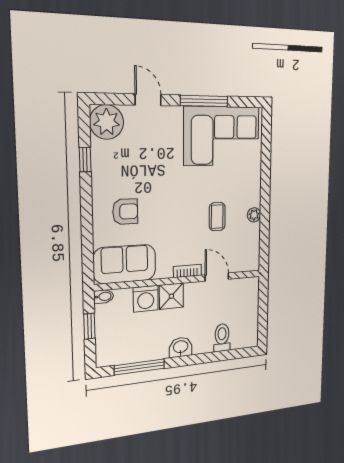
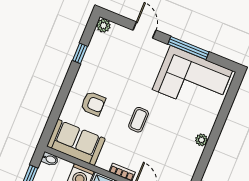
plant: (107, 122) -> (103, 25), width x0.53, depth x0.53
plant: (254, 215) -> (201, 140), moved
coffee table: (217, 217) -> (139, 120), moved

